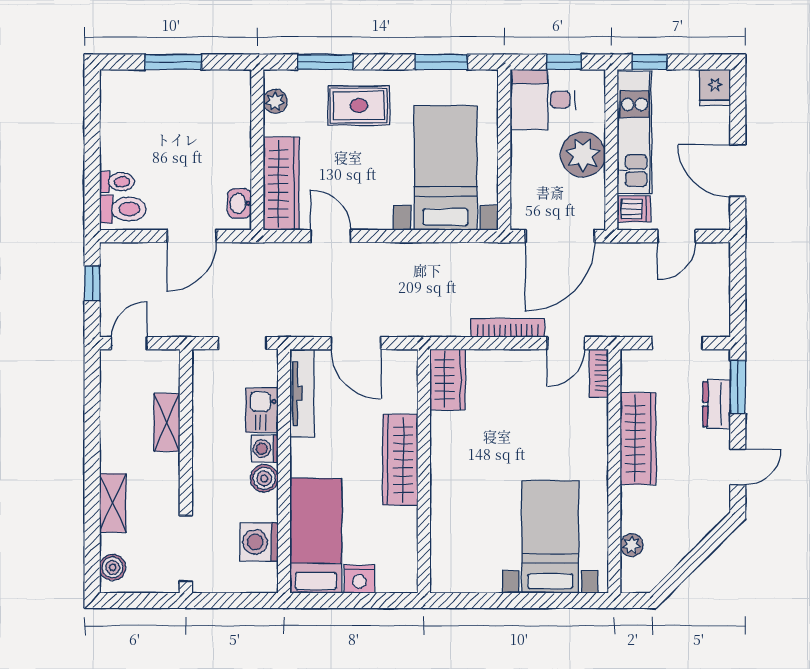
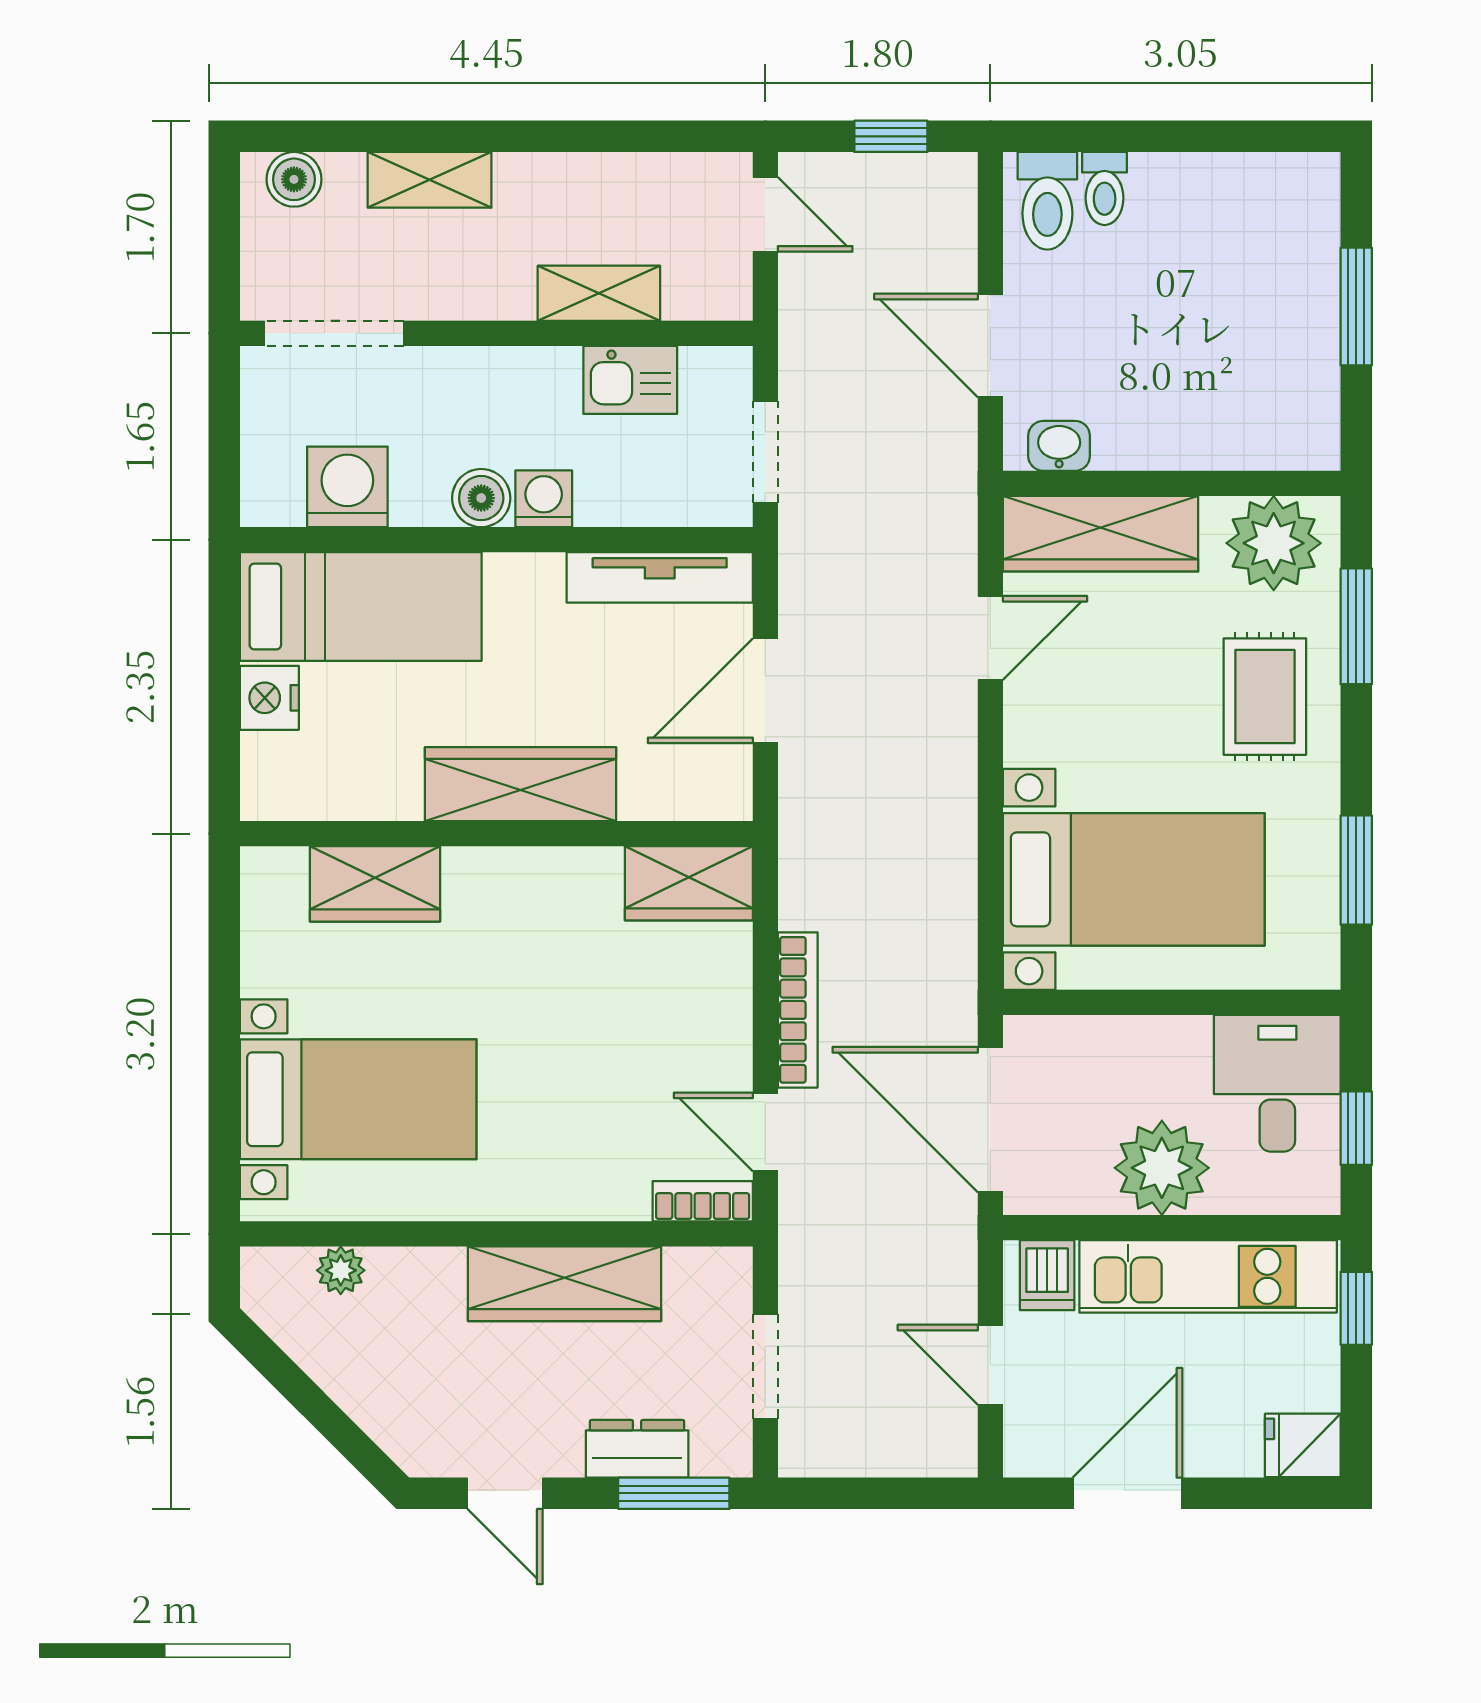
plant: (275, 101) -> (1274, 543), width x1.87, depth x1.87
kitchen sink: (262, 410) -> (630, 380), moved, turned 180
wardrobe: (448, 529) -> (375, 884), added

